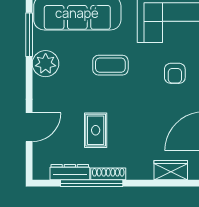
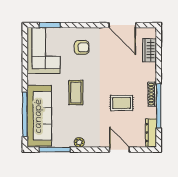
plant: (46, 64) -> (79, 142), width x0.53, depth x0.53
dresser: (70, 172) -> (151, 132), moved

